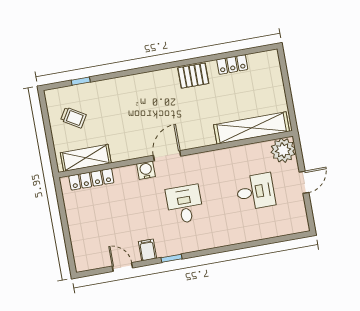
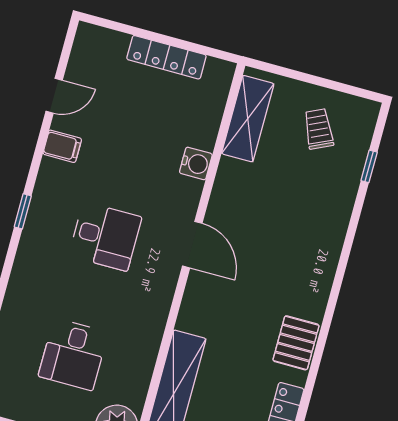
trolley: (73, 118) -> (319, 129), turned 124
water cooler: (146, 170) -> (196, 163), moved
locker: (91, 179) -> (166, 57), moved, turned -90
window: (172, 258) -> (23, 211), moved

